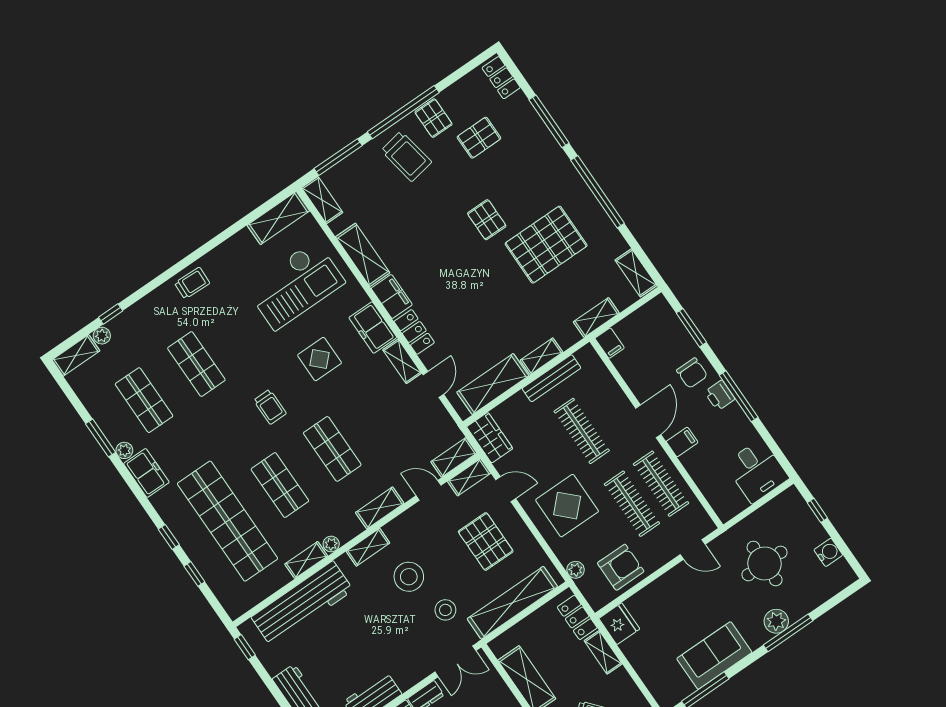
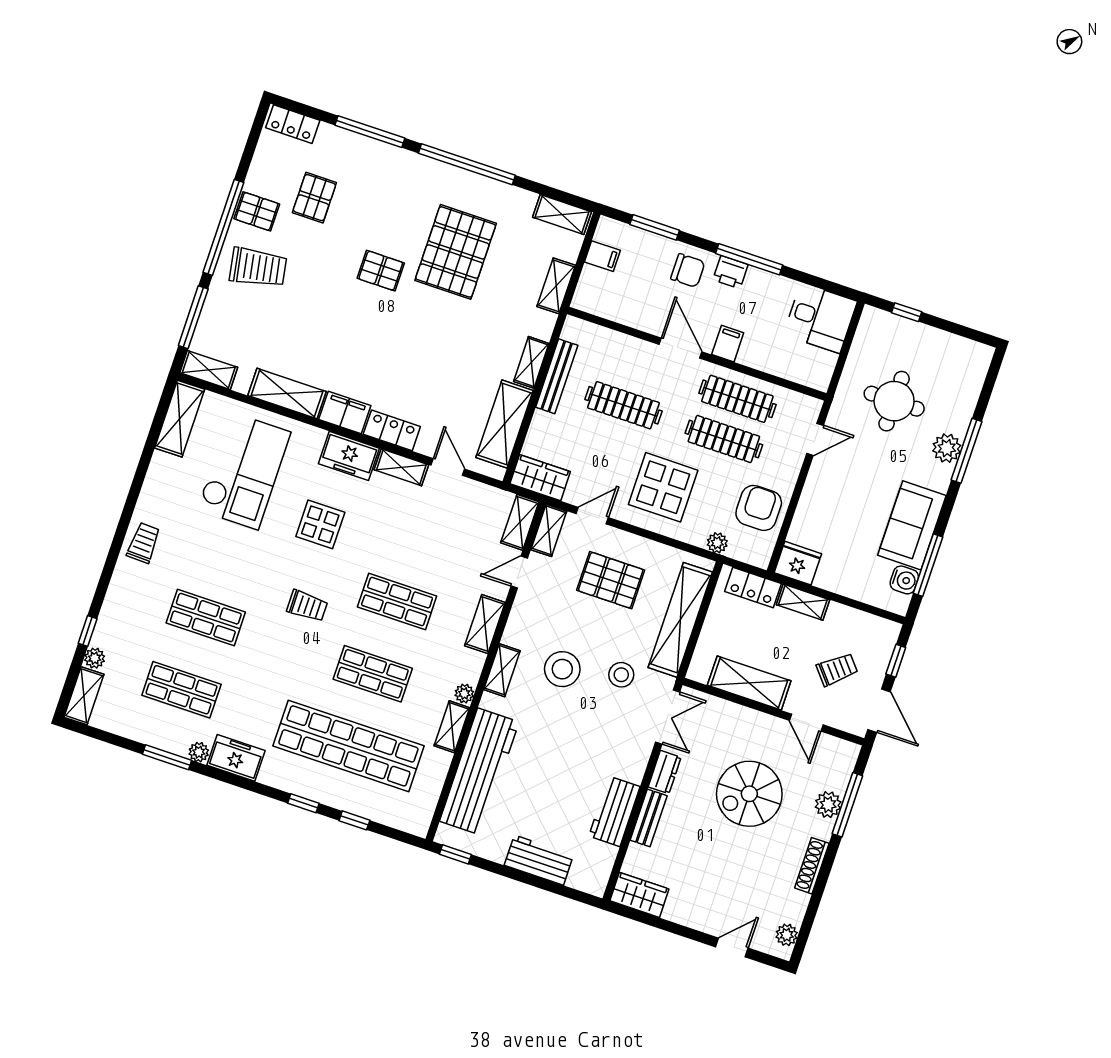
filing cabinet: (610, 343) -> (602, 256), moved
water cooler: (828, 552) -> (904, 580), moved, turned 90

